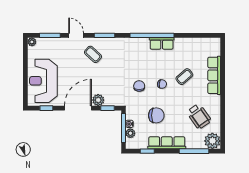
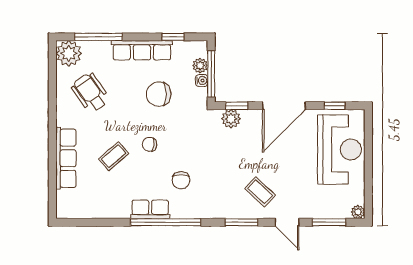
chair: (139, 86) -> (181, 180), moved
plant: (98, 100) -> (231, 119), moved

